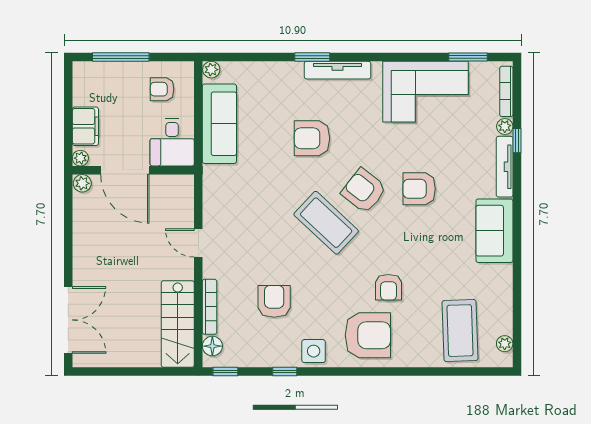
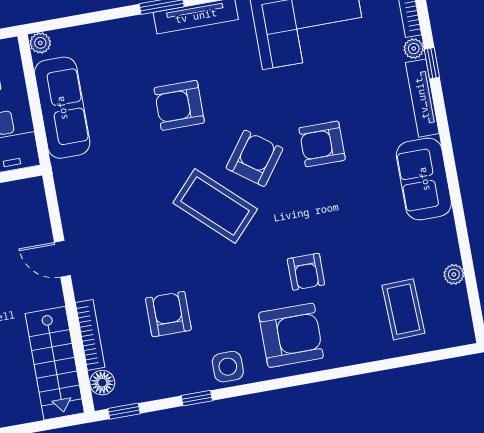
armchair: (364, 191) -> (254, 158), turned 88
coffee table: (460, 331) -> (403, 309), width x0.73, depth x0.76
plant: (505, 344) -> (454, 274), moved

